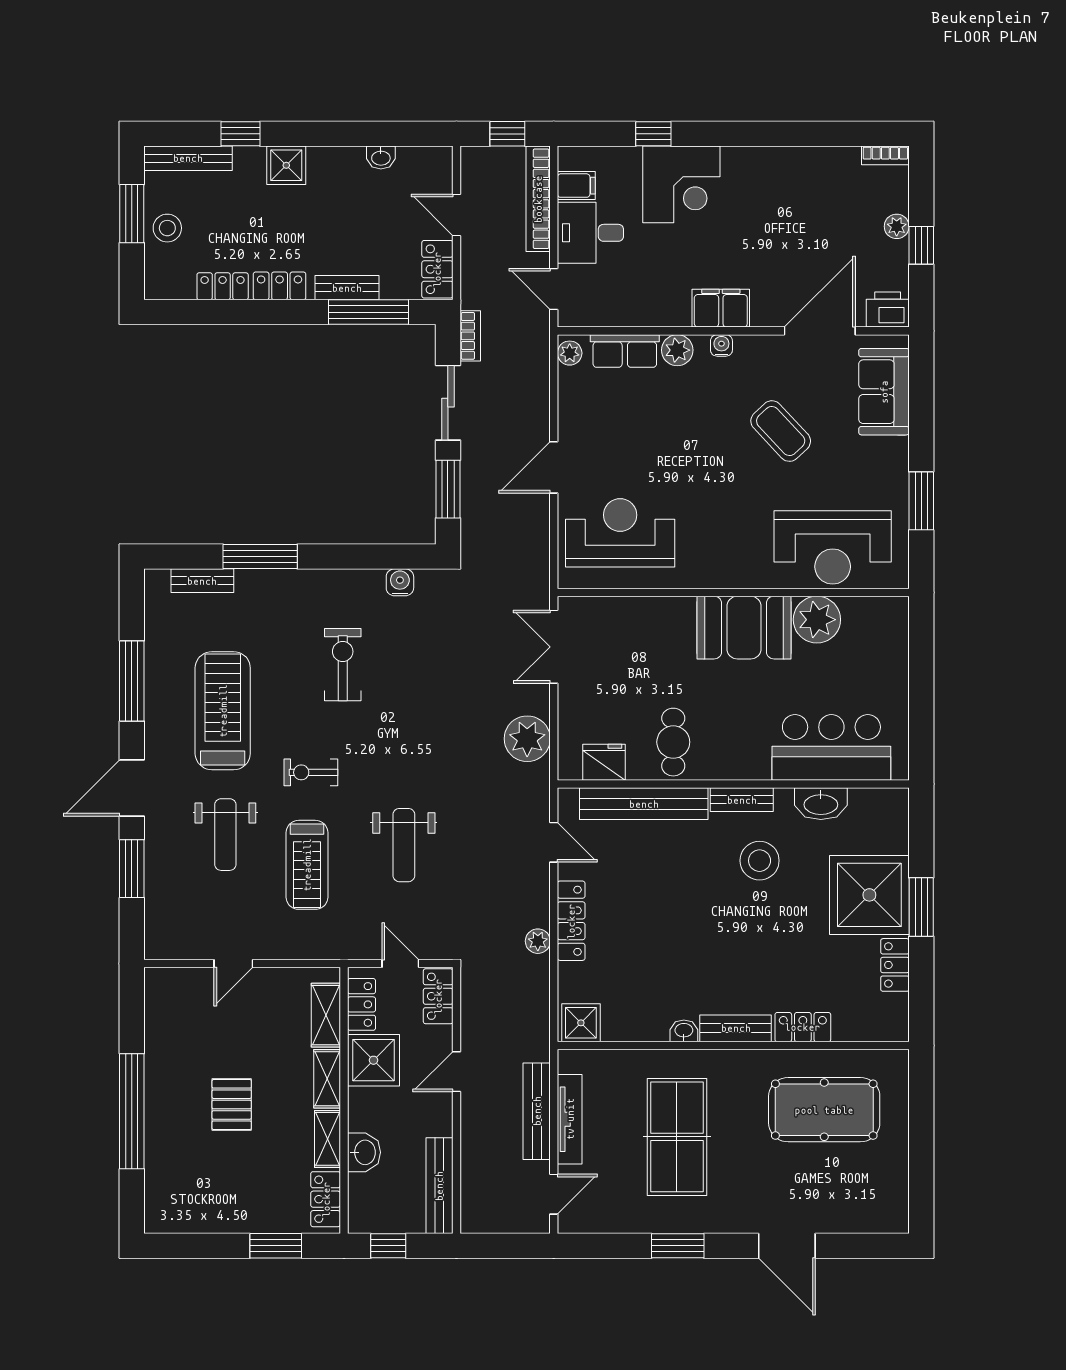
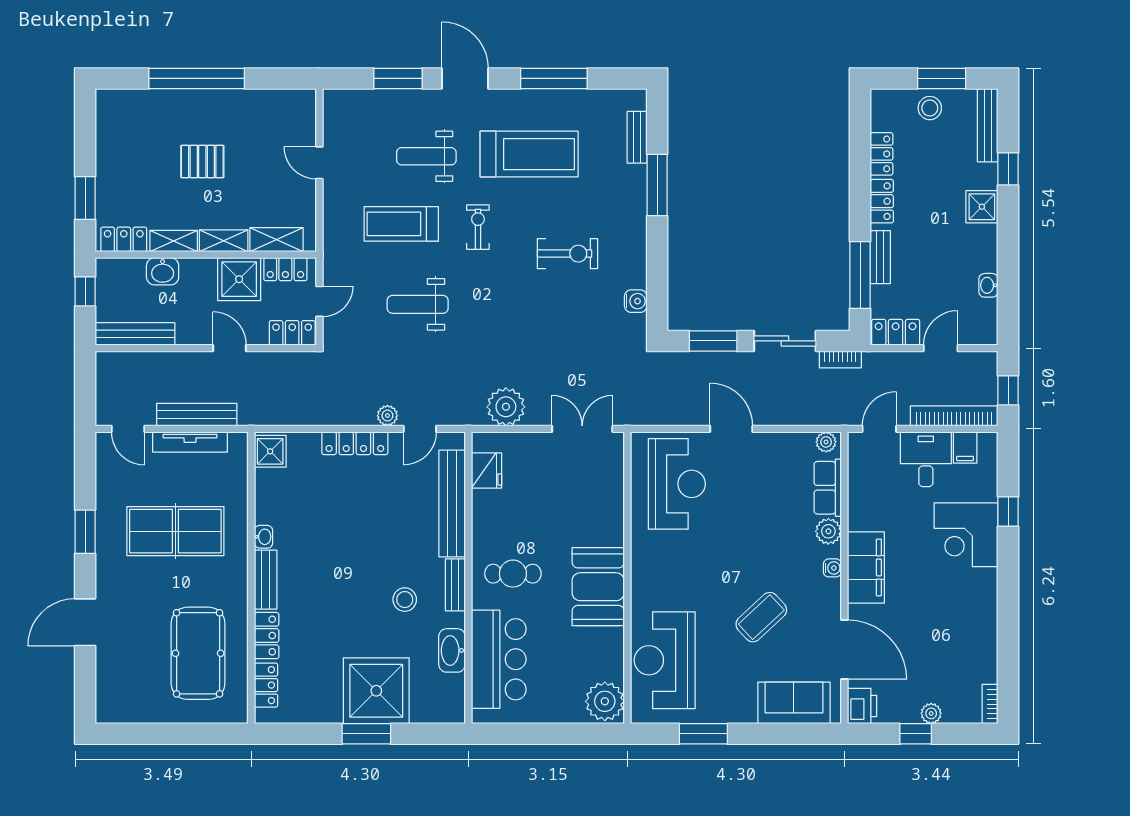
filing cabinet: (721, 308) -> (866, 567), width x1.50, depth x1.17
plant: (817, 620) -> (605, 701), moved
cafe table: (673, 742) -> (513, 574), moved
stool: (760, 861) -> (405, 600), width x0.73, depth x0.73
plant: (538, 941) -> (387, 416), moved
locker: (895, 965) -> (266, 685), moved, turned 90

